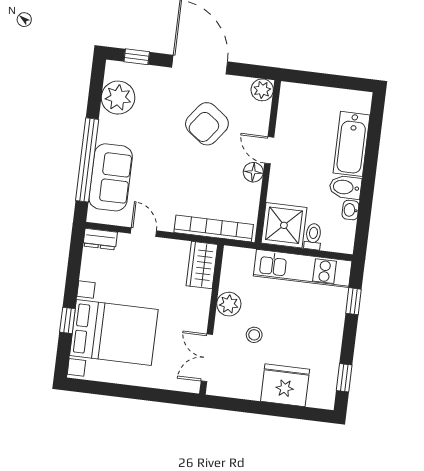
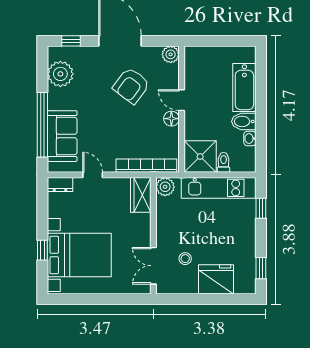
plant: (229, 304) -> (165, 187), moved
stool: (254, 335) -> (185, 259), moved

